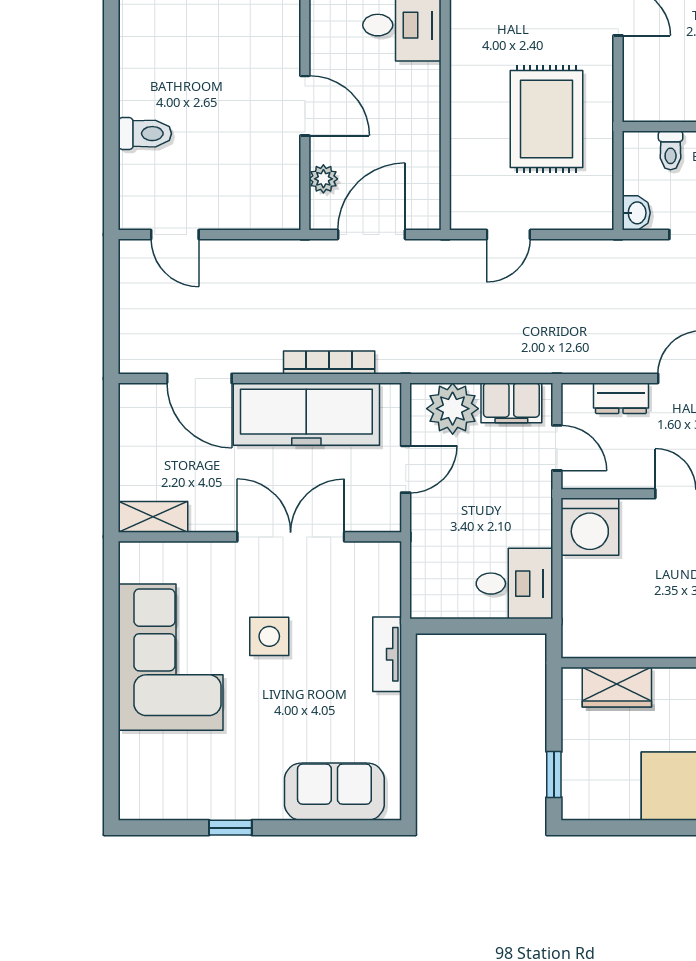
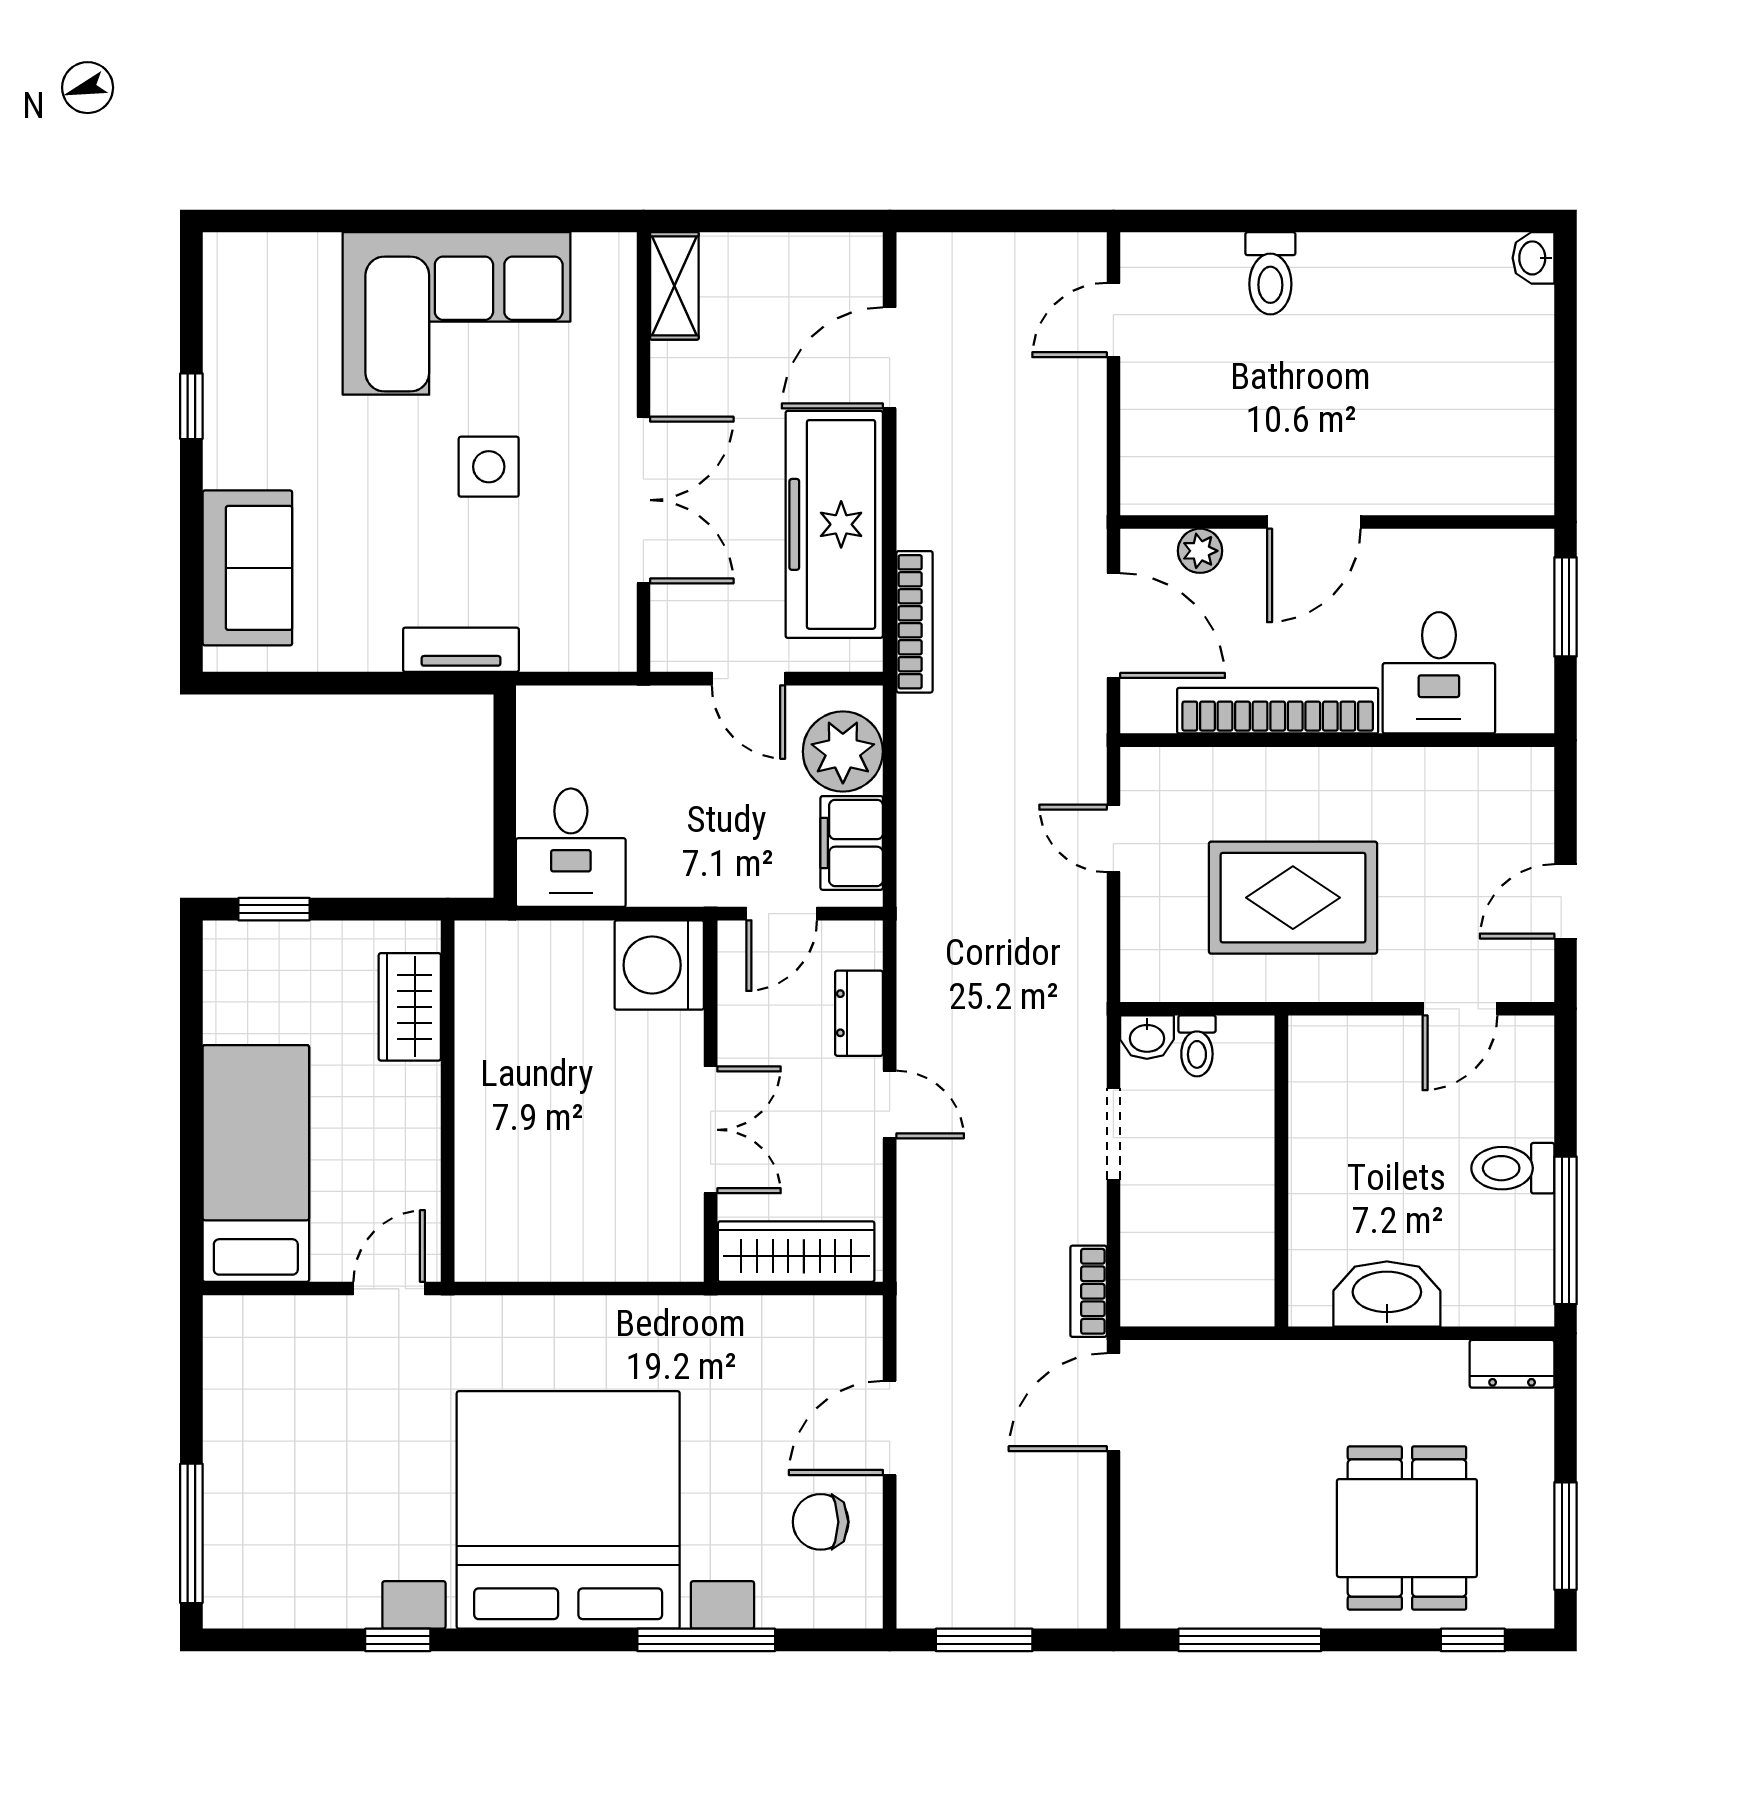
bookcase: (426, 129) -> (1278, 711), added
toilet: (671, 150) -> (1197, 1046), moved, turned -90
bookcase: (329, 362) -> (914, 622), moved

